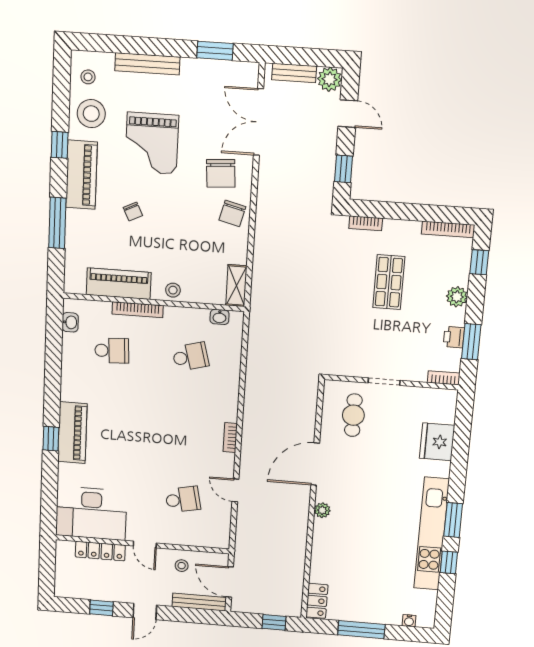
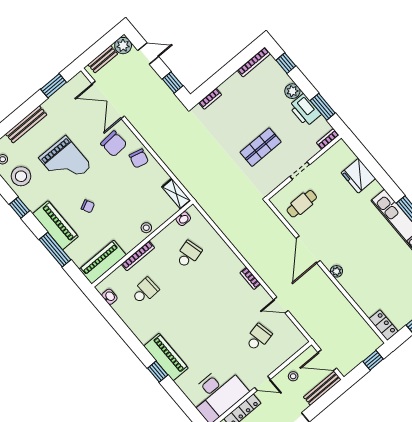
piano: (81, 175) -> (55, 225), moved
shop shelf: (389, 282) -> (261, 147), moved, turned 90
piano: (119, 284) -> (103, 262), moved
printer: (454, 337) -> (305, 110), width x1.87, depth x1.48
cafe table: (353, 415) -> (302, 204), turned 90

